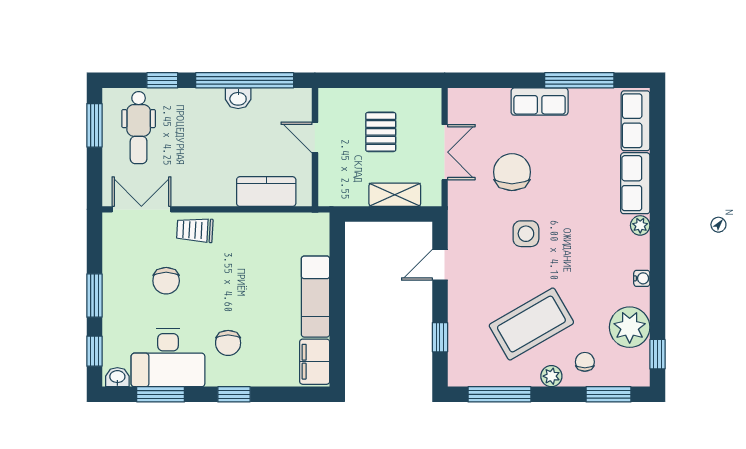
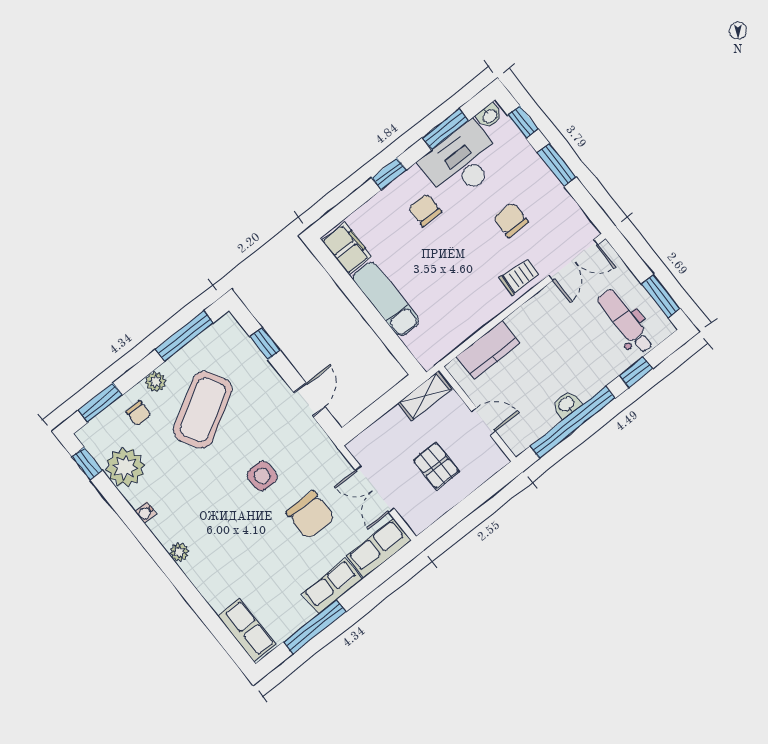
row of seats: (635, 183) -> (379, 548), moved, turned -90
shelving: (395, 195) -> (425, 396), moved

